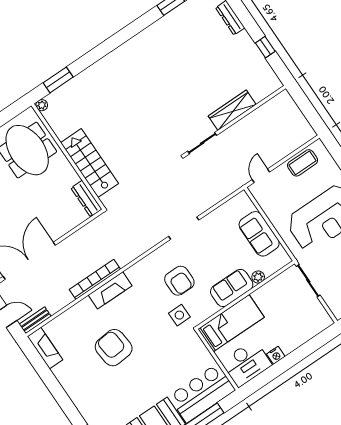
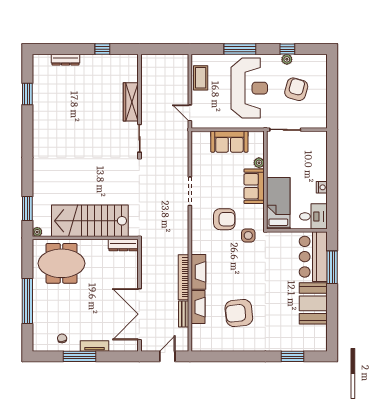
stairs: (89, 163) -> (90, 221), width x1.36, depth x1.51
bench: (35, 320) -> (184, 314), moved
fireplace: (45, 348) -> (198, 307), moved, turned 90
armchair: (114, 348) -> (239, 313), moved
desk: (246, 363) -> (313, 216), width x0.73

